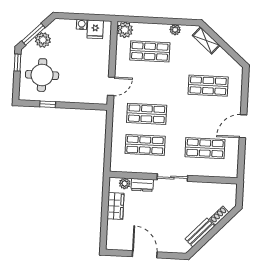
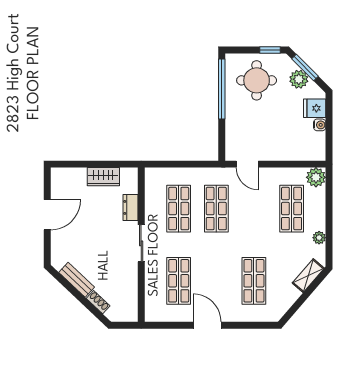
fridge: (95, 29) -> (315, 108), moved
window: (48, 104) -> (222, 89), width x3.17
plant: (125, 184) -> (131, 186), removed

